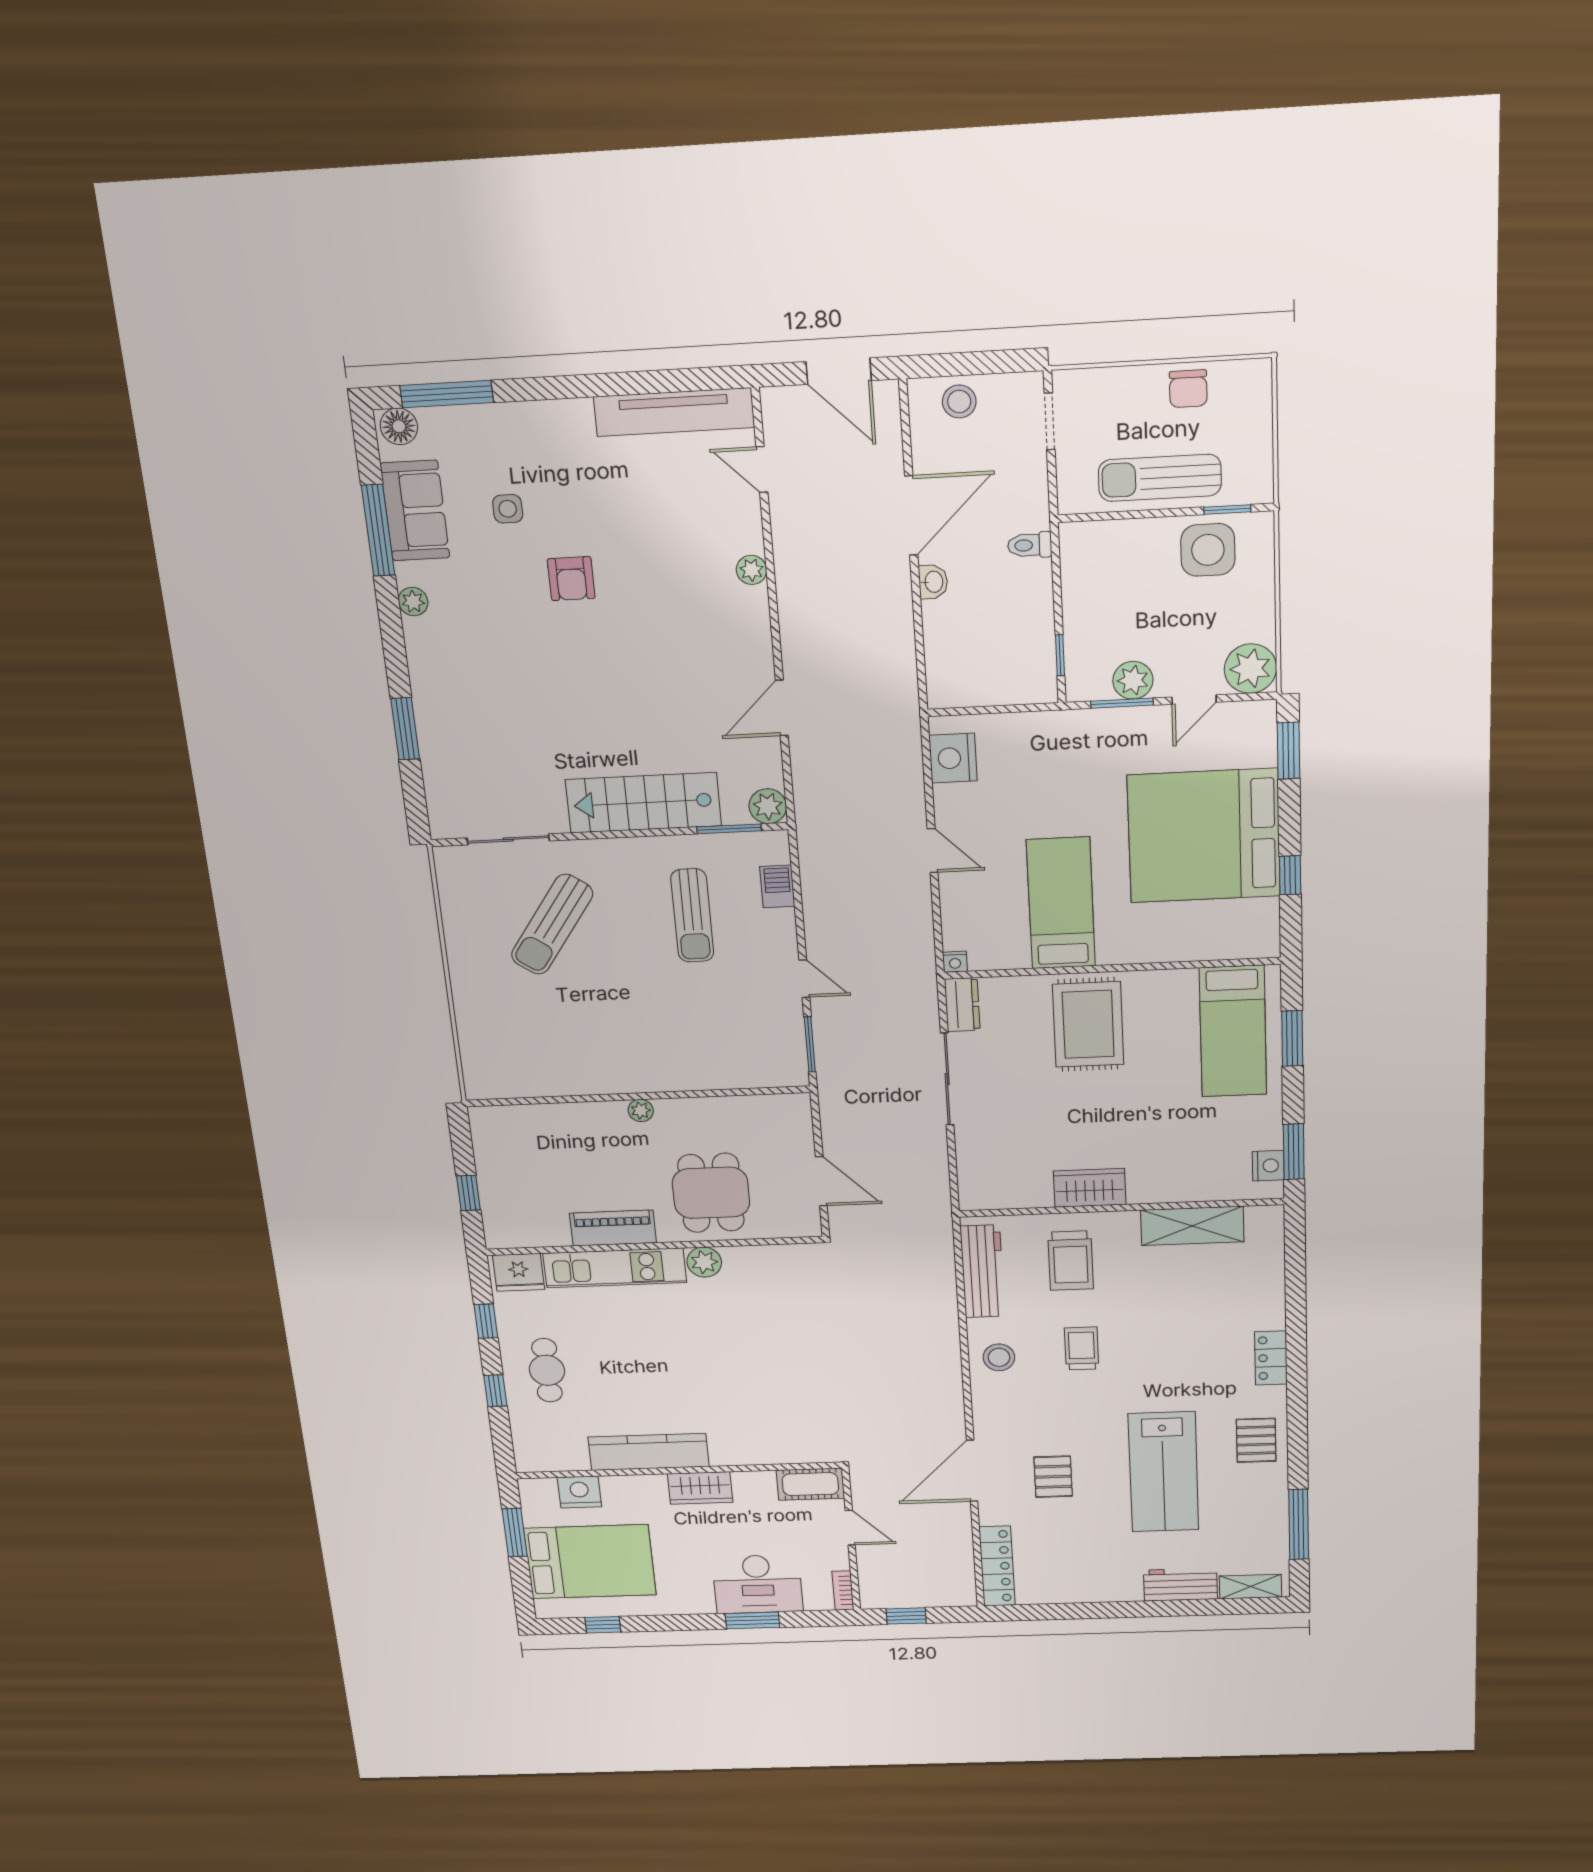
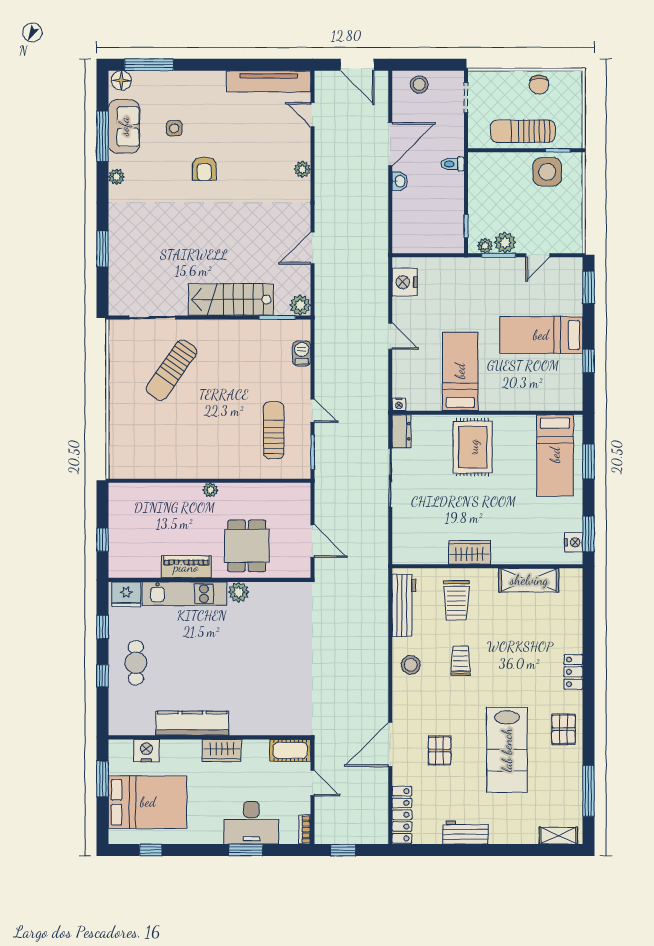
plant: (1250, 669) -> (485, 246), moved, width x0.53, depth x0.53
bed: (1204, 836) -> (541, 335), width x0.49
sun lounger: (692, 915) -> (274, 430), moved, turned 180
workbench: (1180, 1585) -> (465, 833), moved

